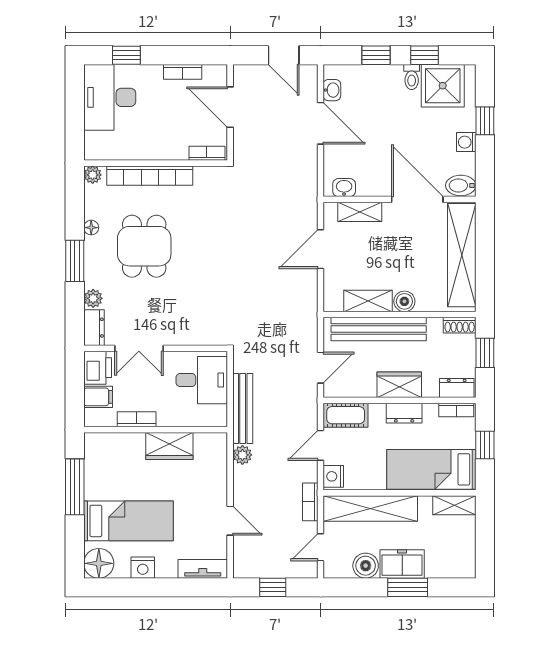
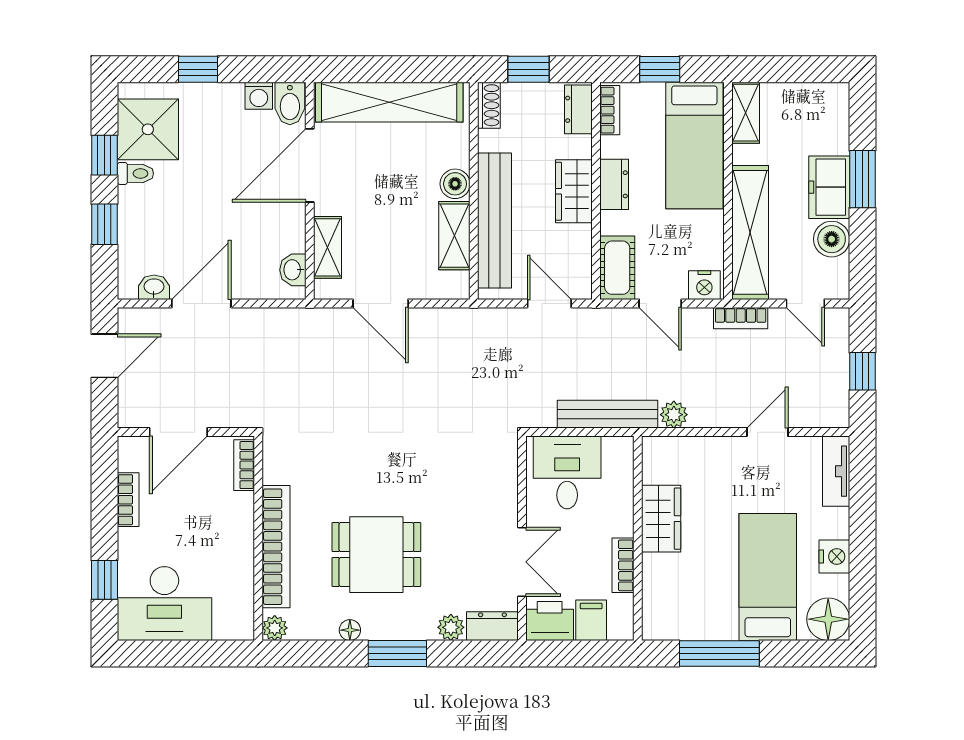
washing machine: (466, 142) -> (259, 96), moved

